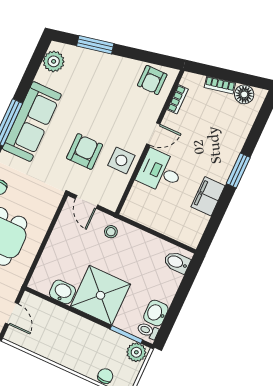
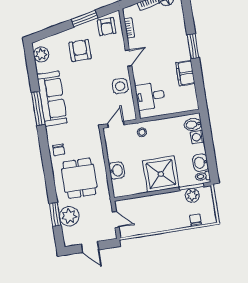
window: (95, 45) -> (85, 19), moved
armchair: (85, 151) -> (80, 50), moved
desk: (160, 171) -> (150, 96), moved
door: (86, 202) -> (116, 124), swing flipped
washing machine: (172, 281) -> (197, 137), added
washbasin: (63, 292) -> (117, 170), moved, turned 90
plant: (136, 352) -> (192, 195), moved

